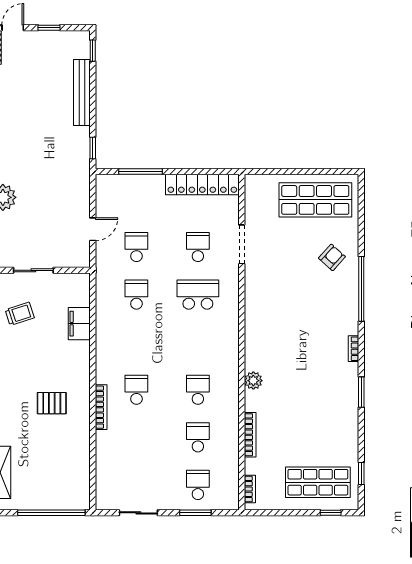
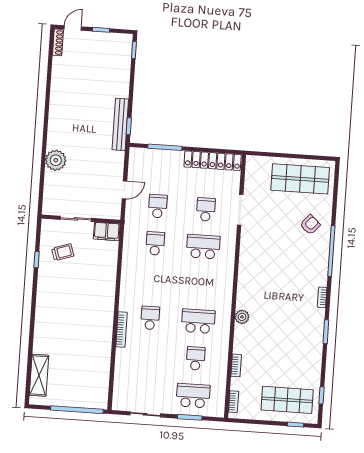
bench: (82, 93) -> (120, 124), moved
filing cabinet: (79, 324) -> (107, 232), moved, turned -90
school desk: (198, 390) -> (198, 321), width x1.85
pallet: (52, 403) -> (83, 324), removed
bookcase: (250, 435) -> (236, 365), width x0.64
school desk: (198, 485) -> (193, 396), width x1.85

